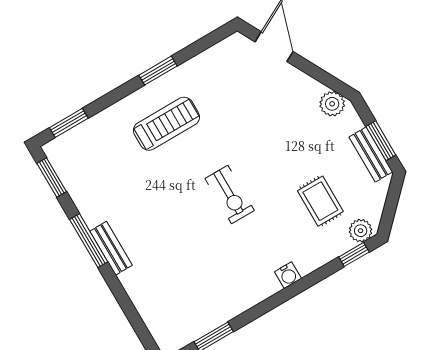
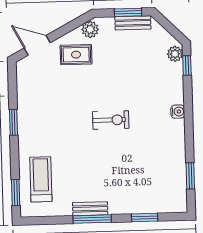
treadmill: (166, 124) -> (41, 179), moved
window: (52, 177) -> (145, 217), moved
rug: (320, 201) -> (76, 55), moved
bench: (111, 248) -> (90, 209), moved

